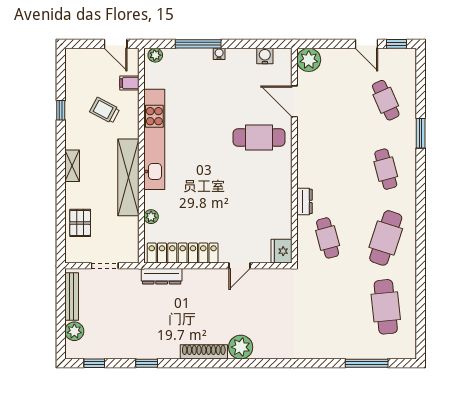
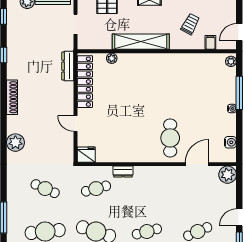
kitchen unit: (154, 139) -> (169, 61), removed
cafe table: (328, 307) -> (45, 189), added
plant: (241, 347) -> (15, 143), moved

